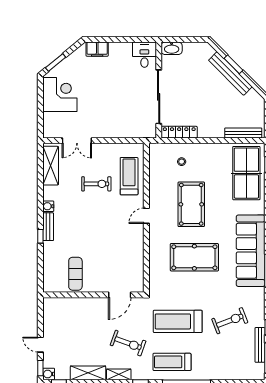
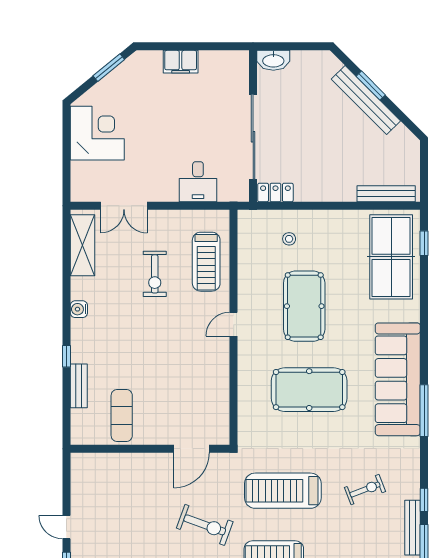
filing cabinet: (97, 49) -> (181, 62), moved
desk: (144, 55) -> (198, 182), moved, turned 180
window: (56, 62) -> (109, 68), moved
locker: (179, 132) -> (275, 192), width x0.66
treadmill: (129, 176) -> (206, 262), turned 180
exercise bike: (96, 184) -> (155, 274), turned 90
bench: (48, 227) -> (79, 386), moved
exercise bike: (230, 321) -> (365, 490), width x0.73, depth x0.72

